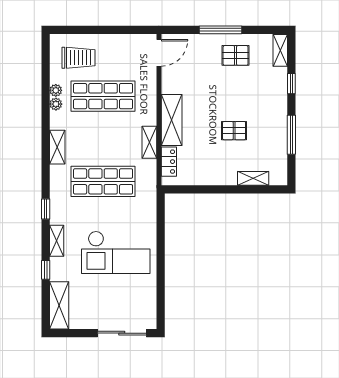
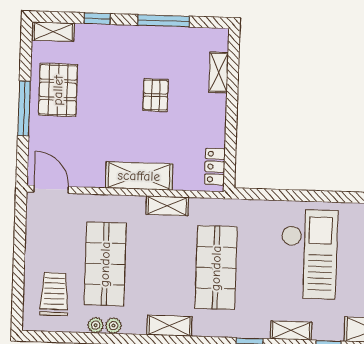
pallet: (236, 55) -> (58, 90), width x1.50, depth x1.42
locker: (169, 162) -> (215, 167), moved, turned -90

